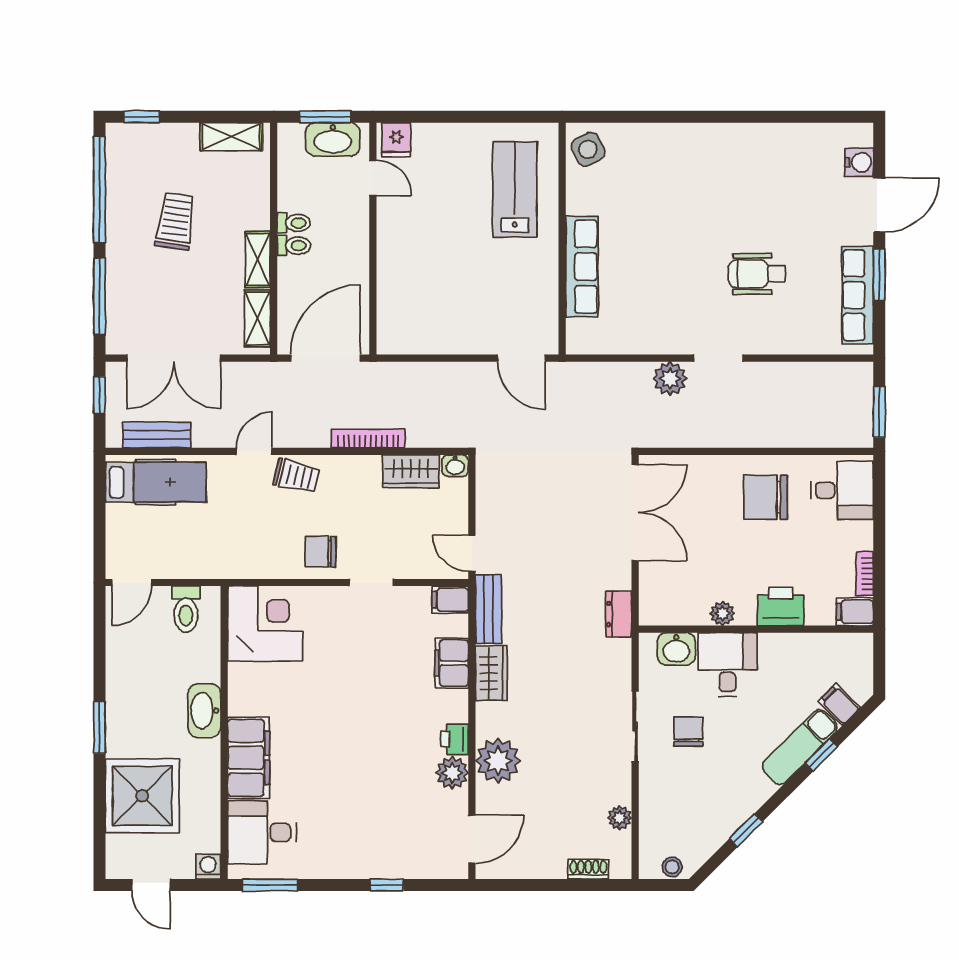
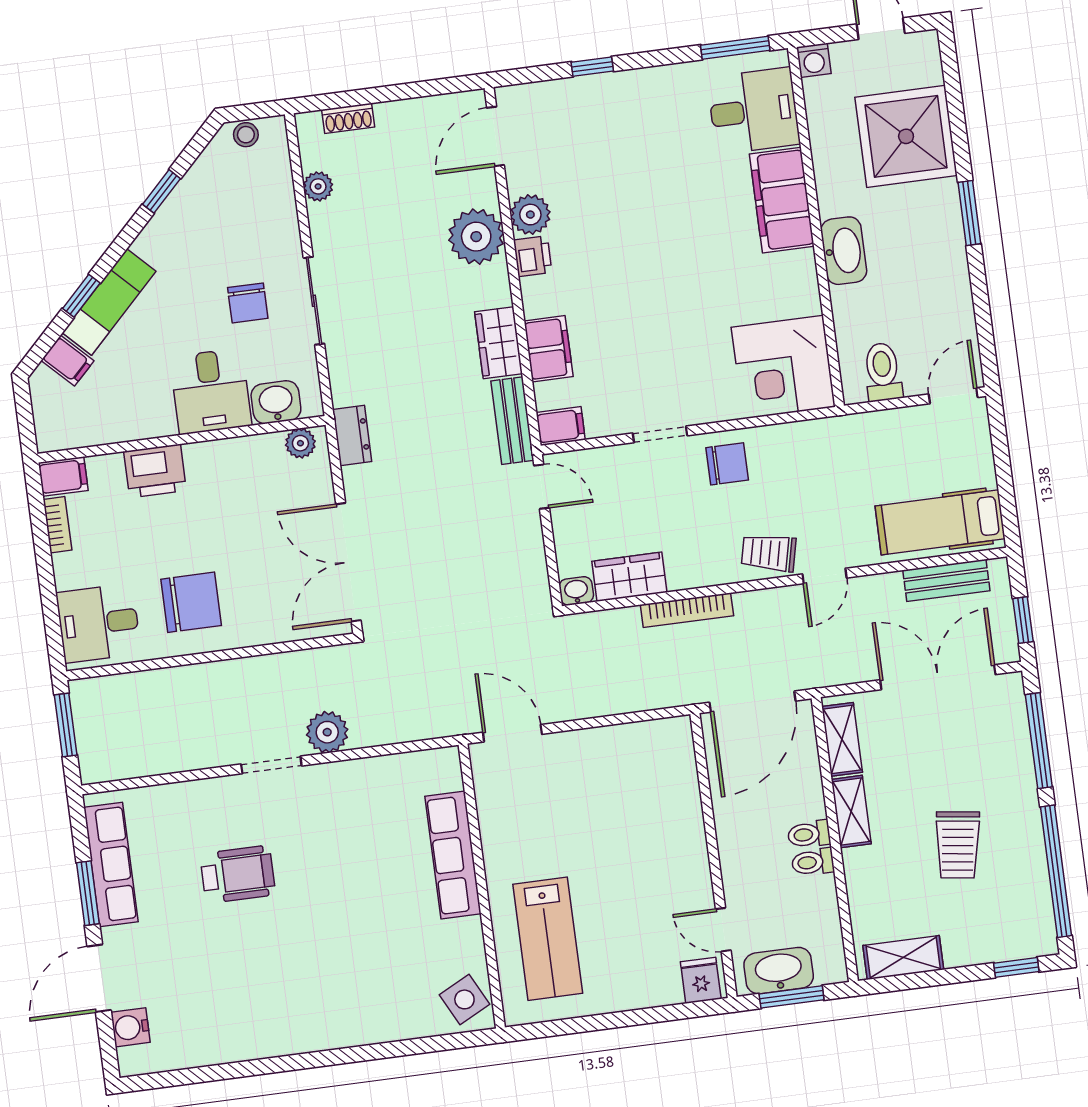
plant: (722, 613) -> (300, 443), moved

